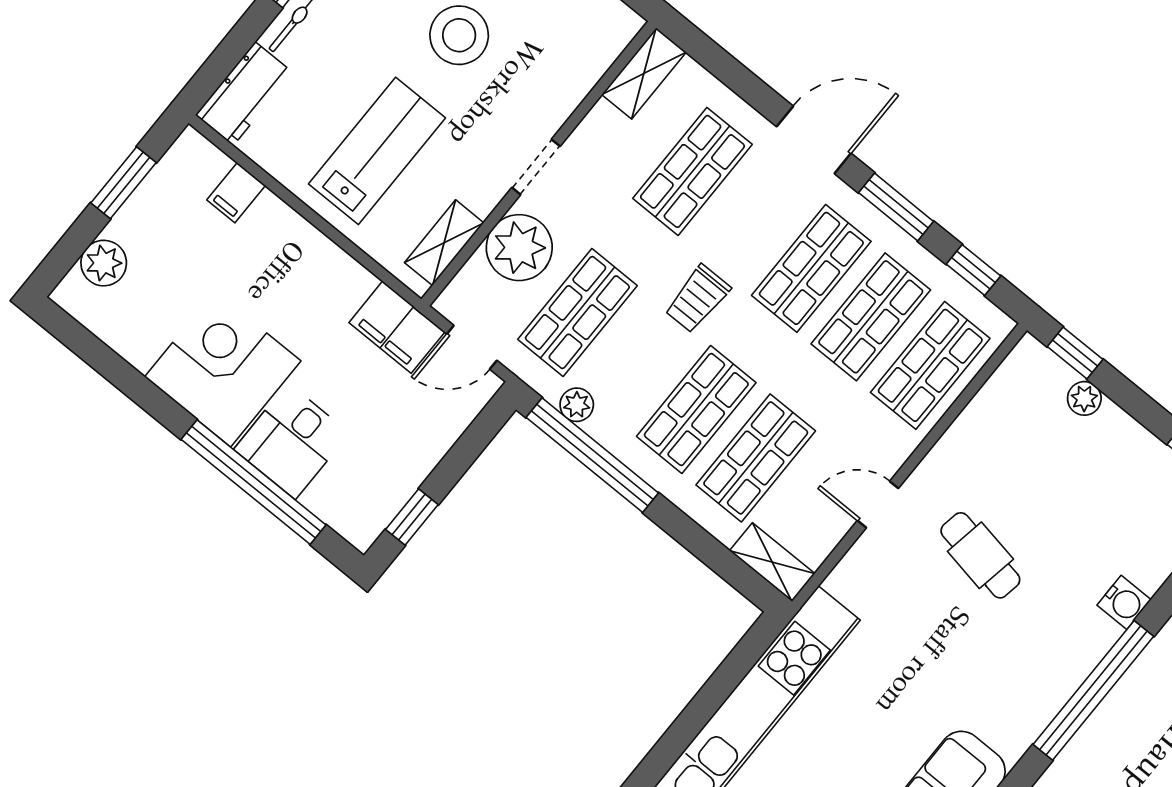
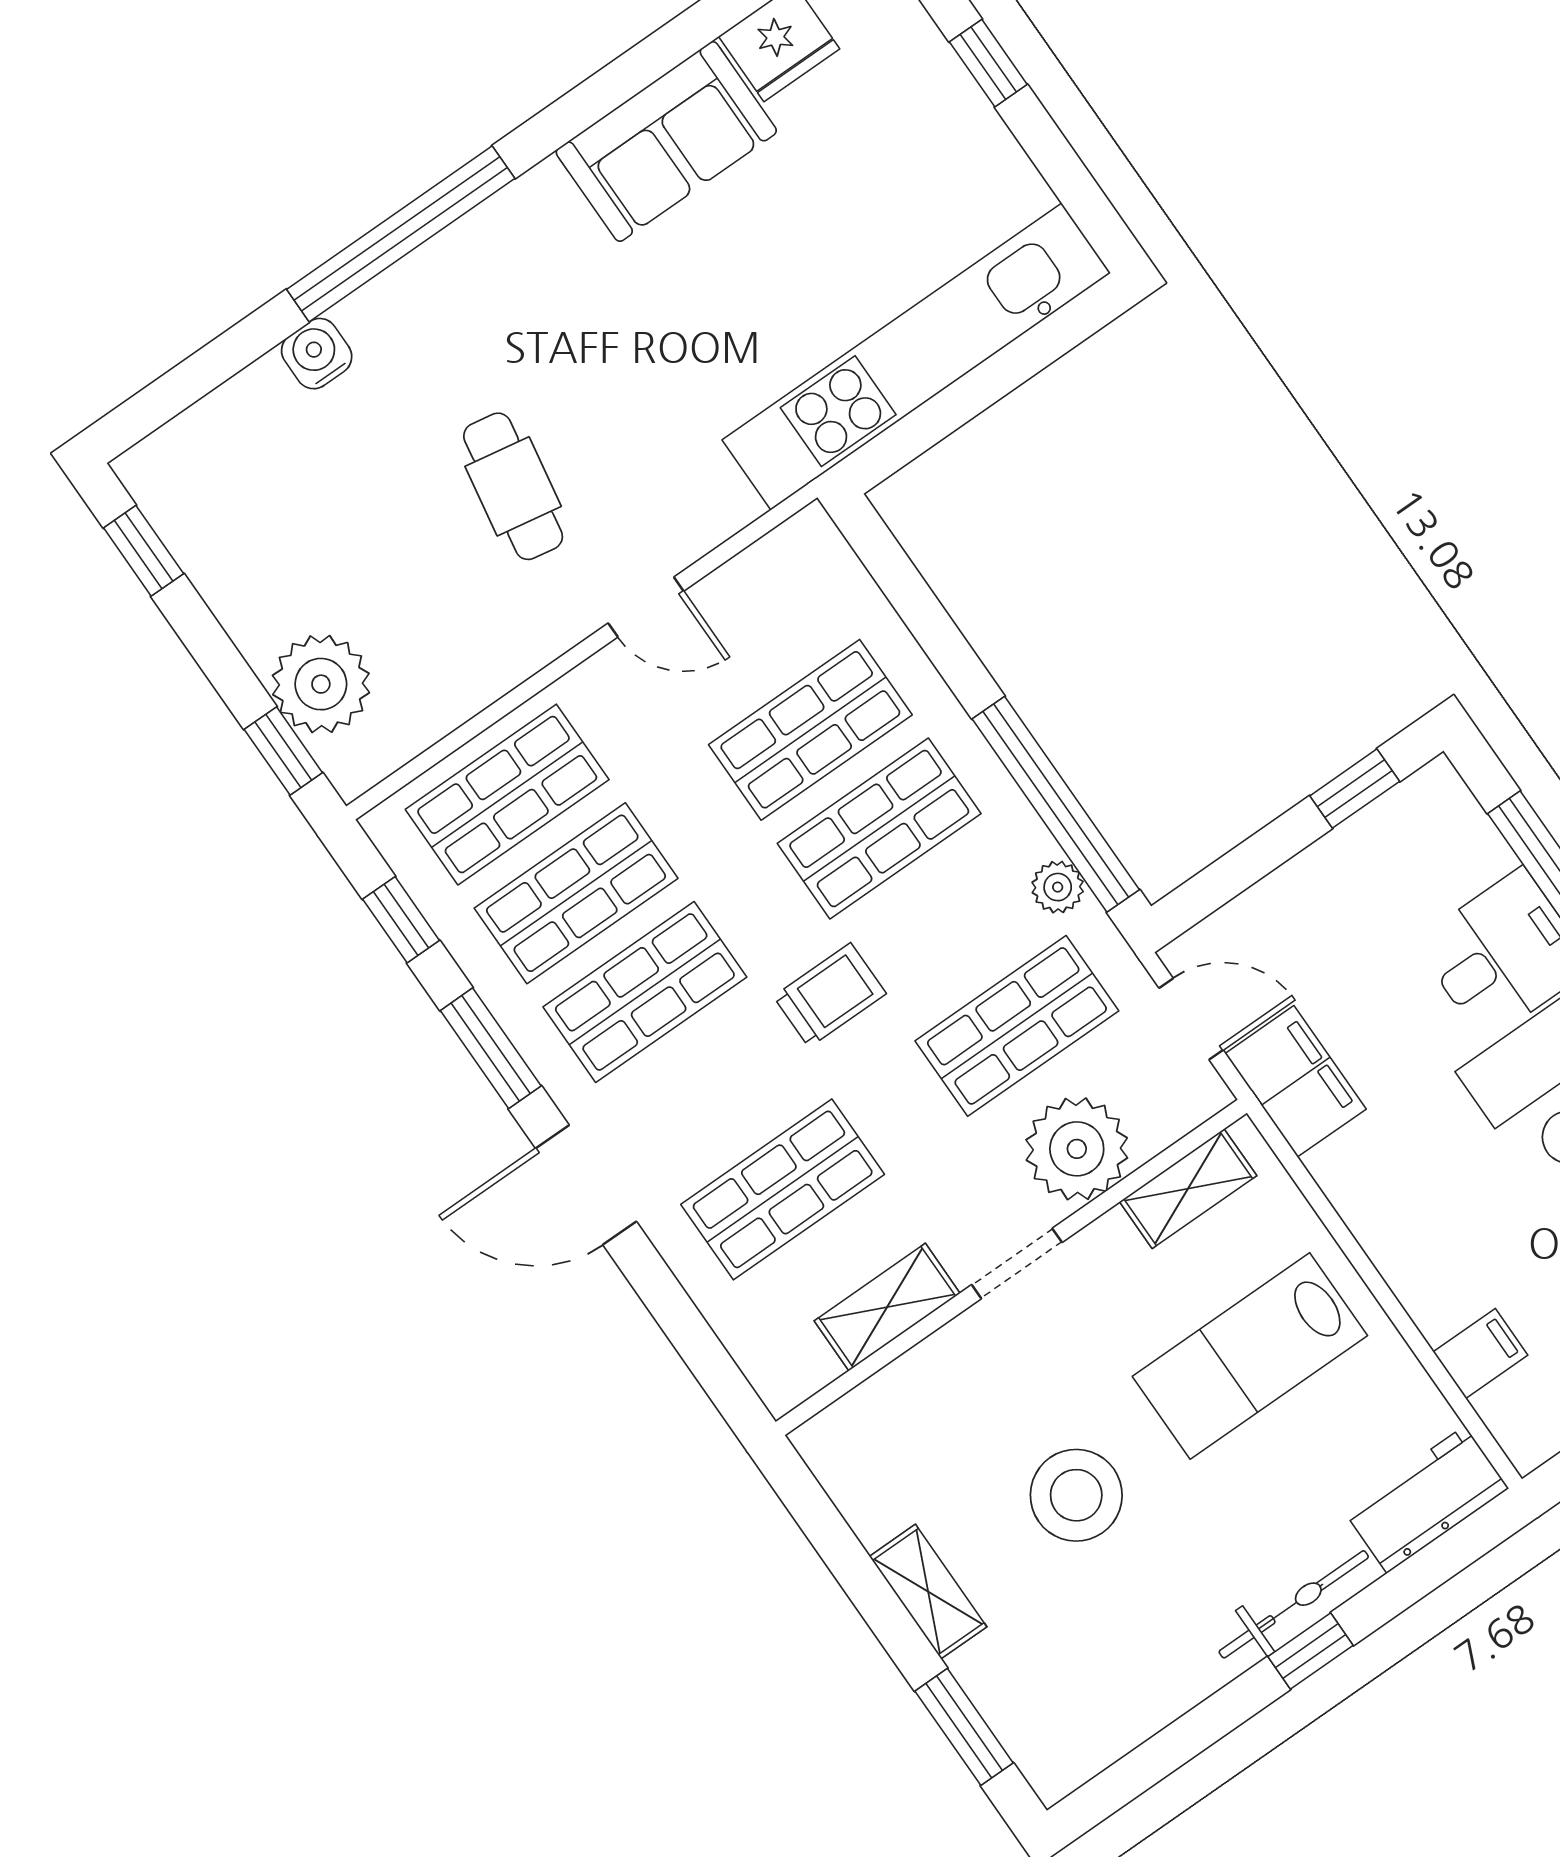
shelving: (644, 73) -> (887, 1307), moved
plant: (1084, 398) -> (321, 684), width x1.88, depth x1.88
shelving: (772, 562) -> (830, 565), removed

